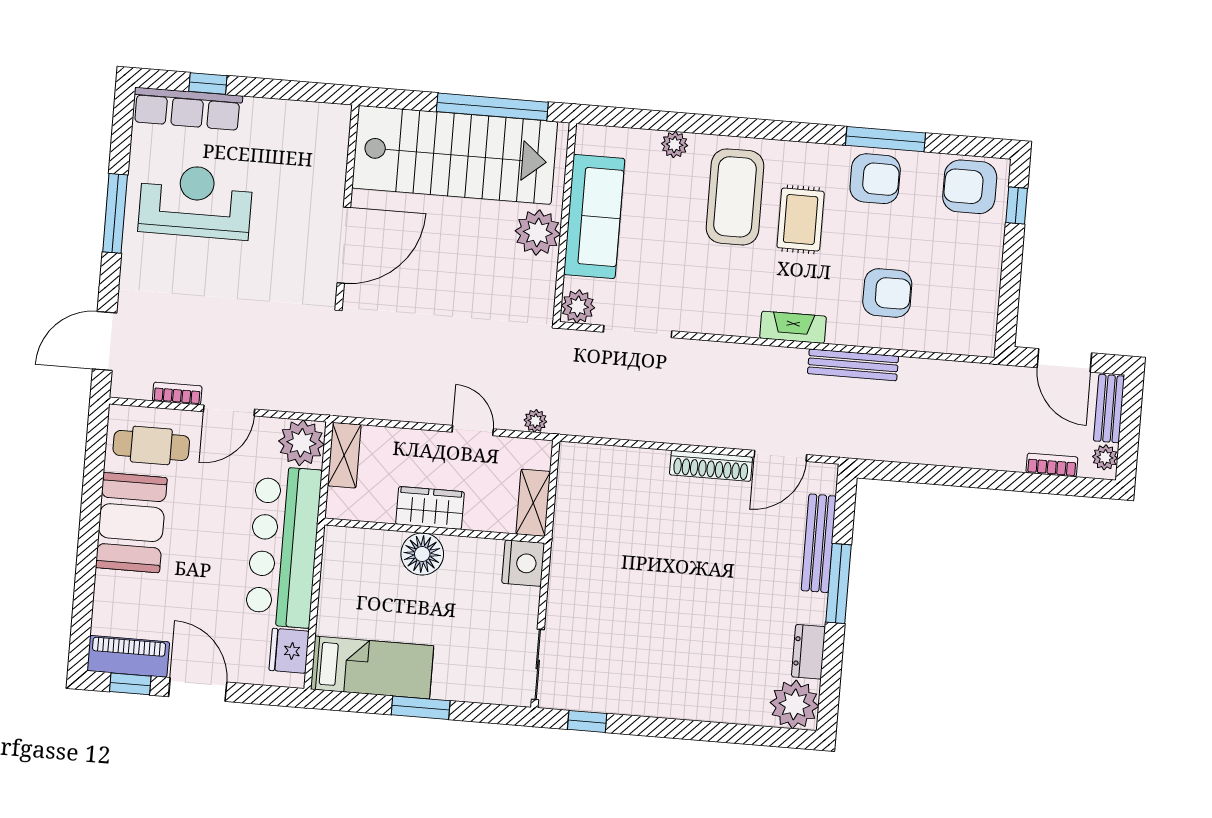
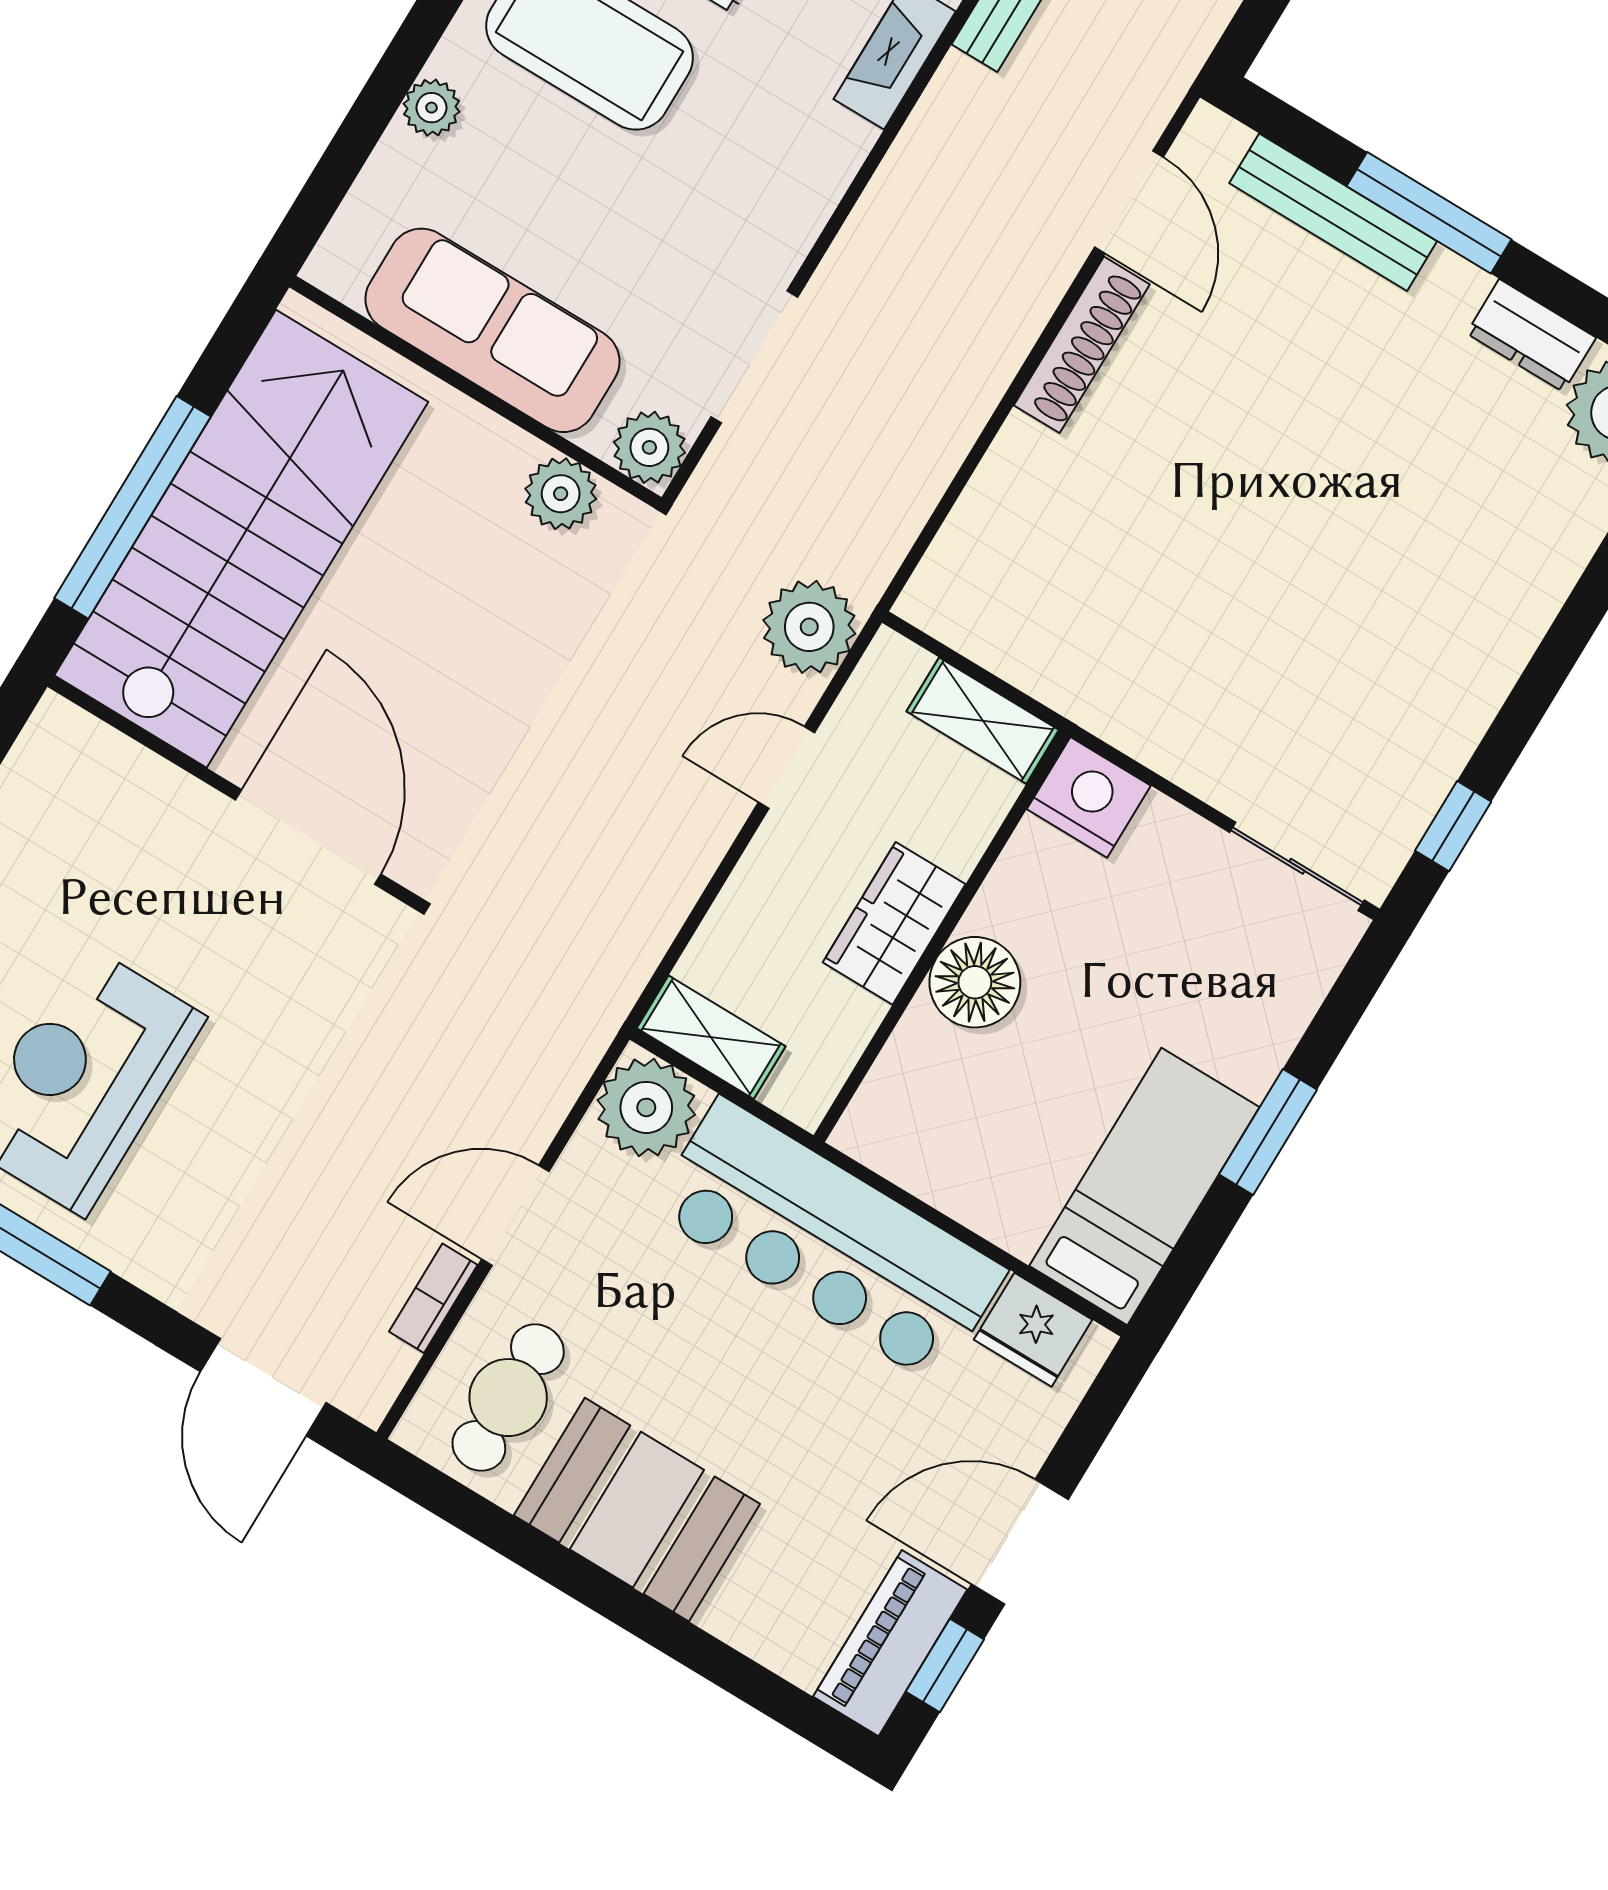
window: (492, 107) -> (133, 507), moved
plant: (538, 233) -> (561, 494), moved, width x0.73, depth x0.73
door: (229, 410) -> (515, 1215), swing flipped
plant: (535, 421) -> (809, 627), width x1.88, depth x1.88

